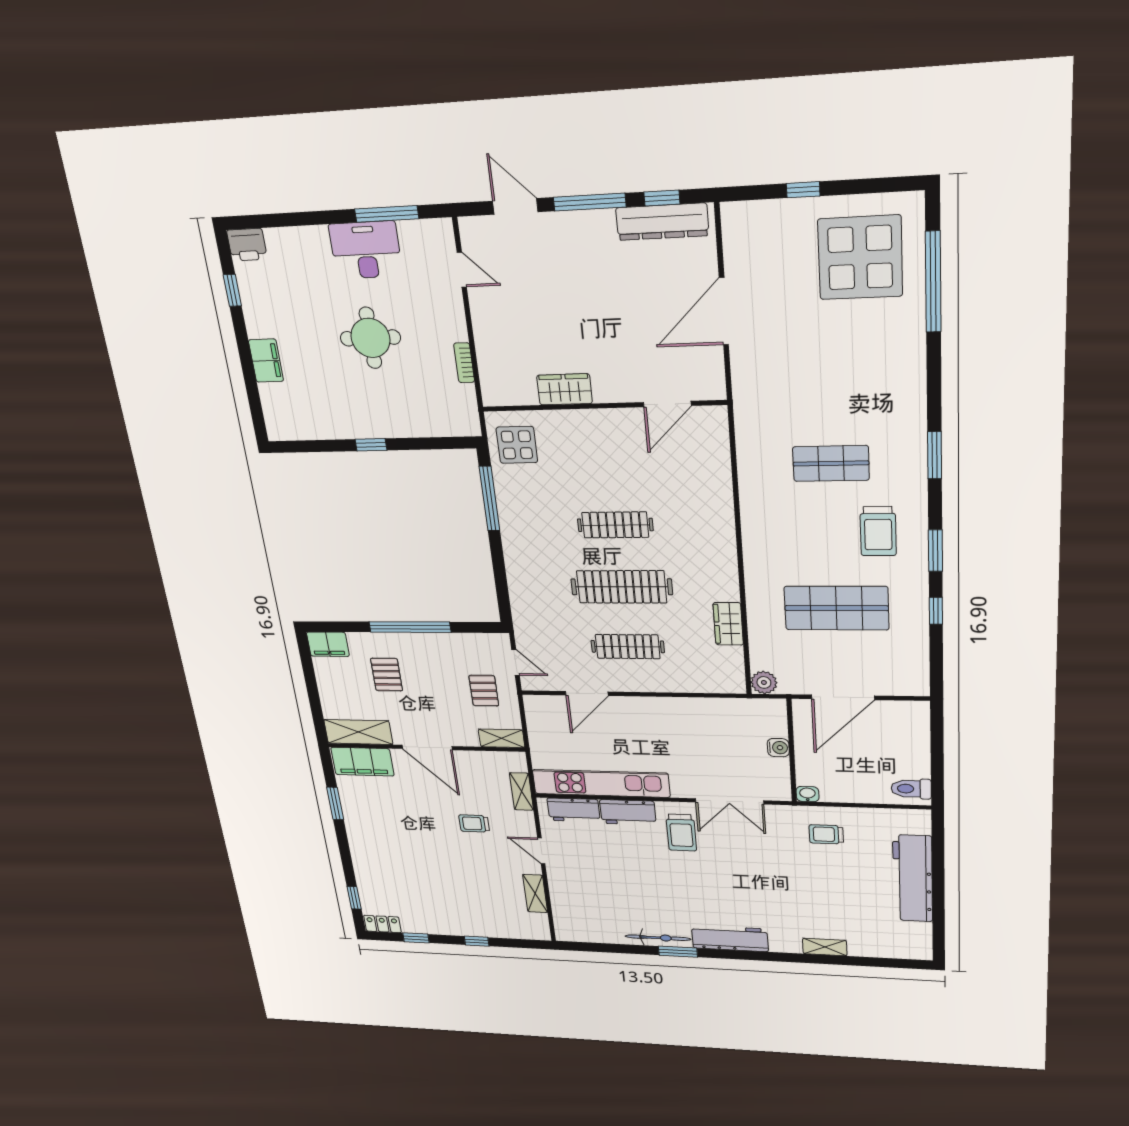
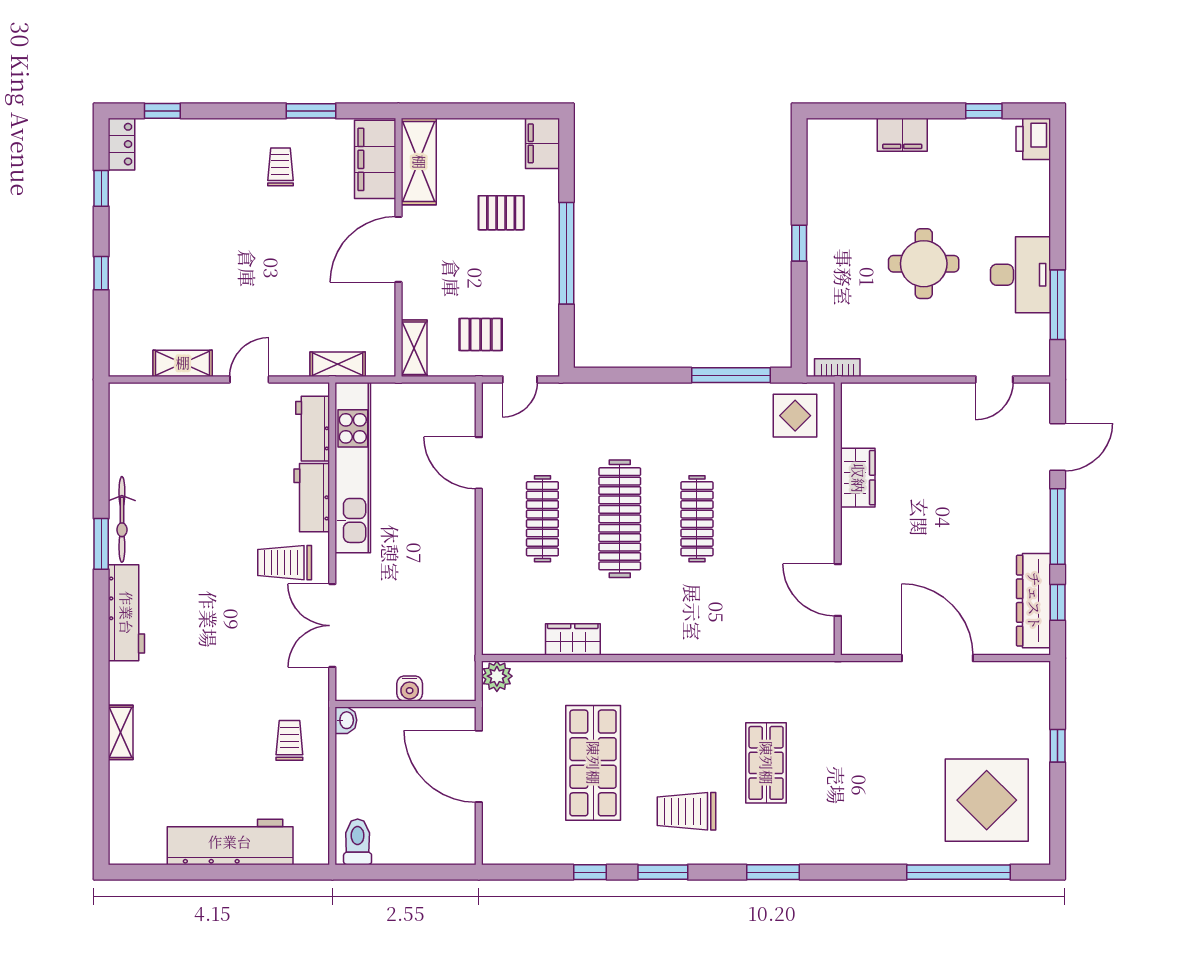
bookcase: (464, 363) -> (837, 368), moved
trolley: (474, 823) -> (280, 167), moved

